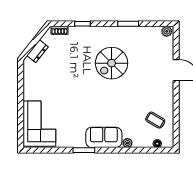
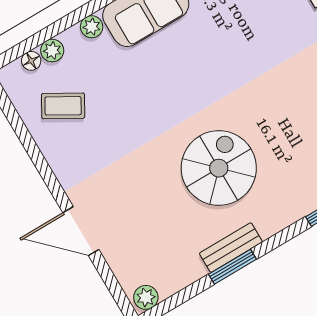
bench: (124, 31) -> (231, 248), added
plant: (147, 143) -> (52, 51), added

